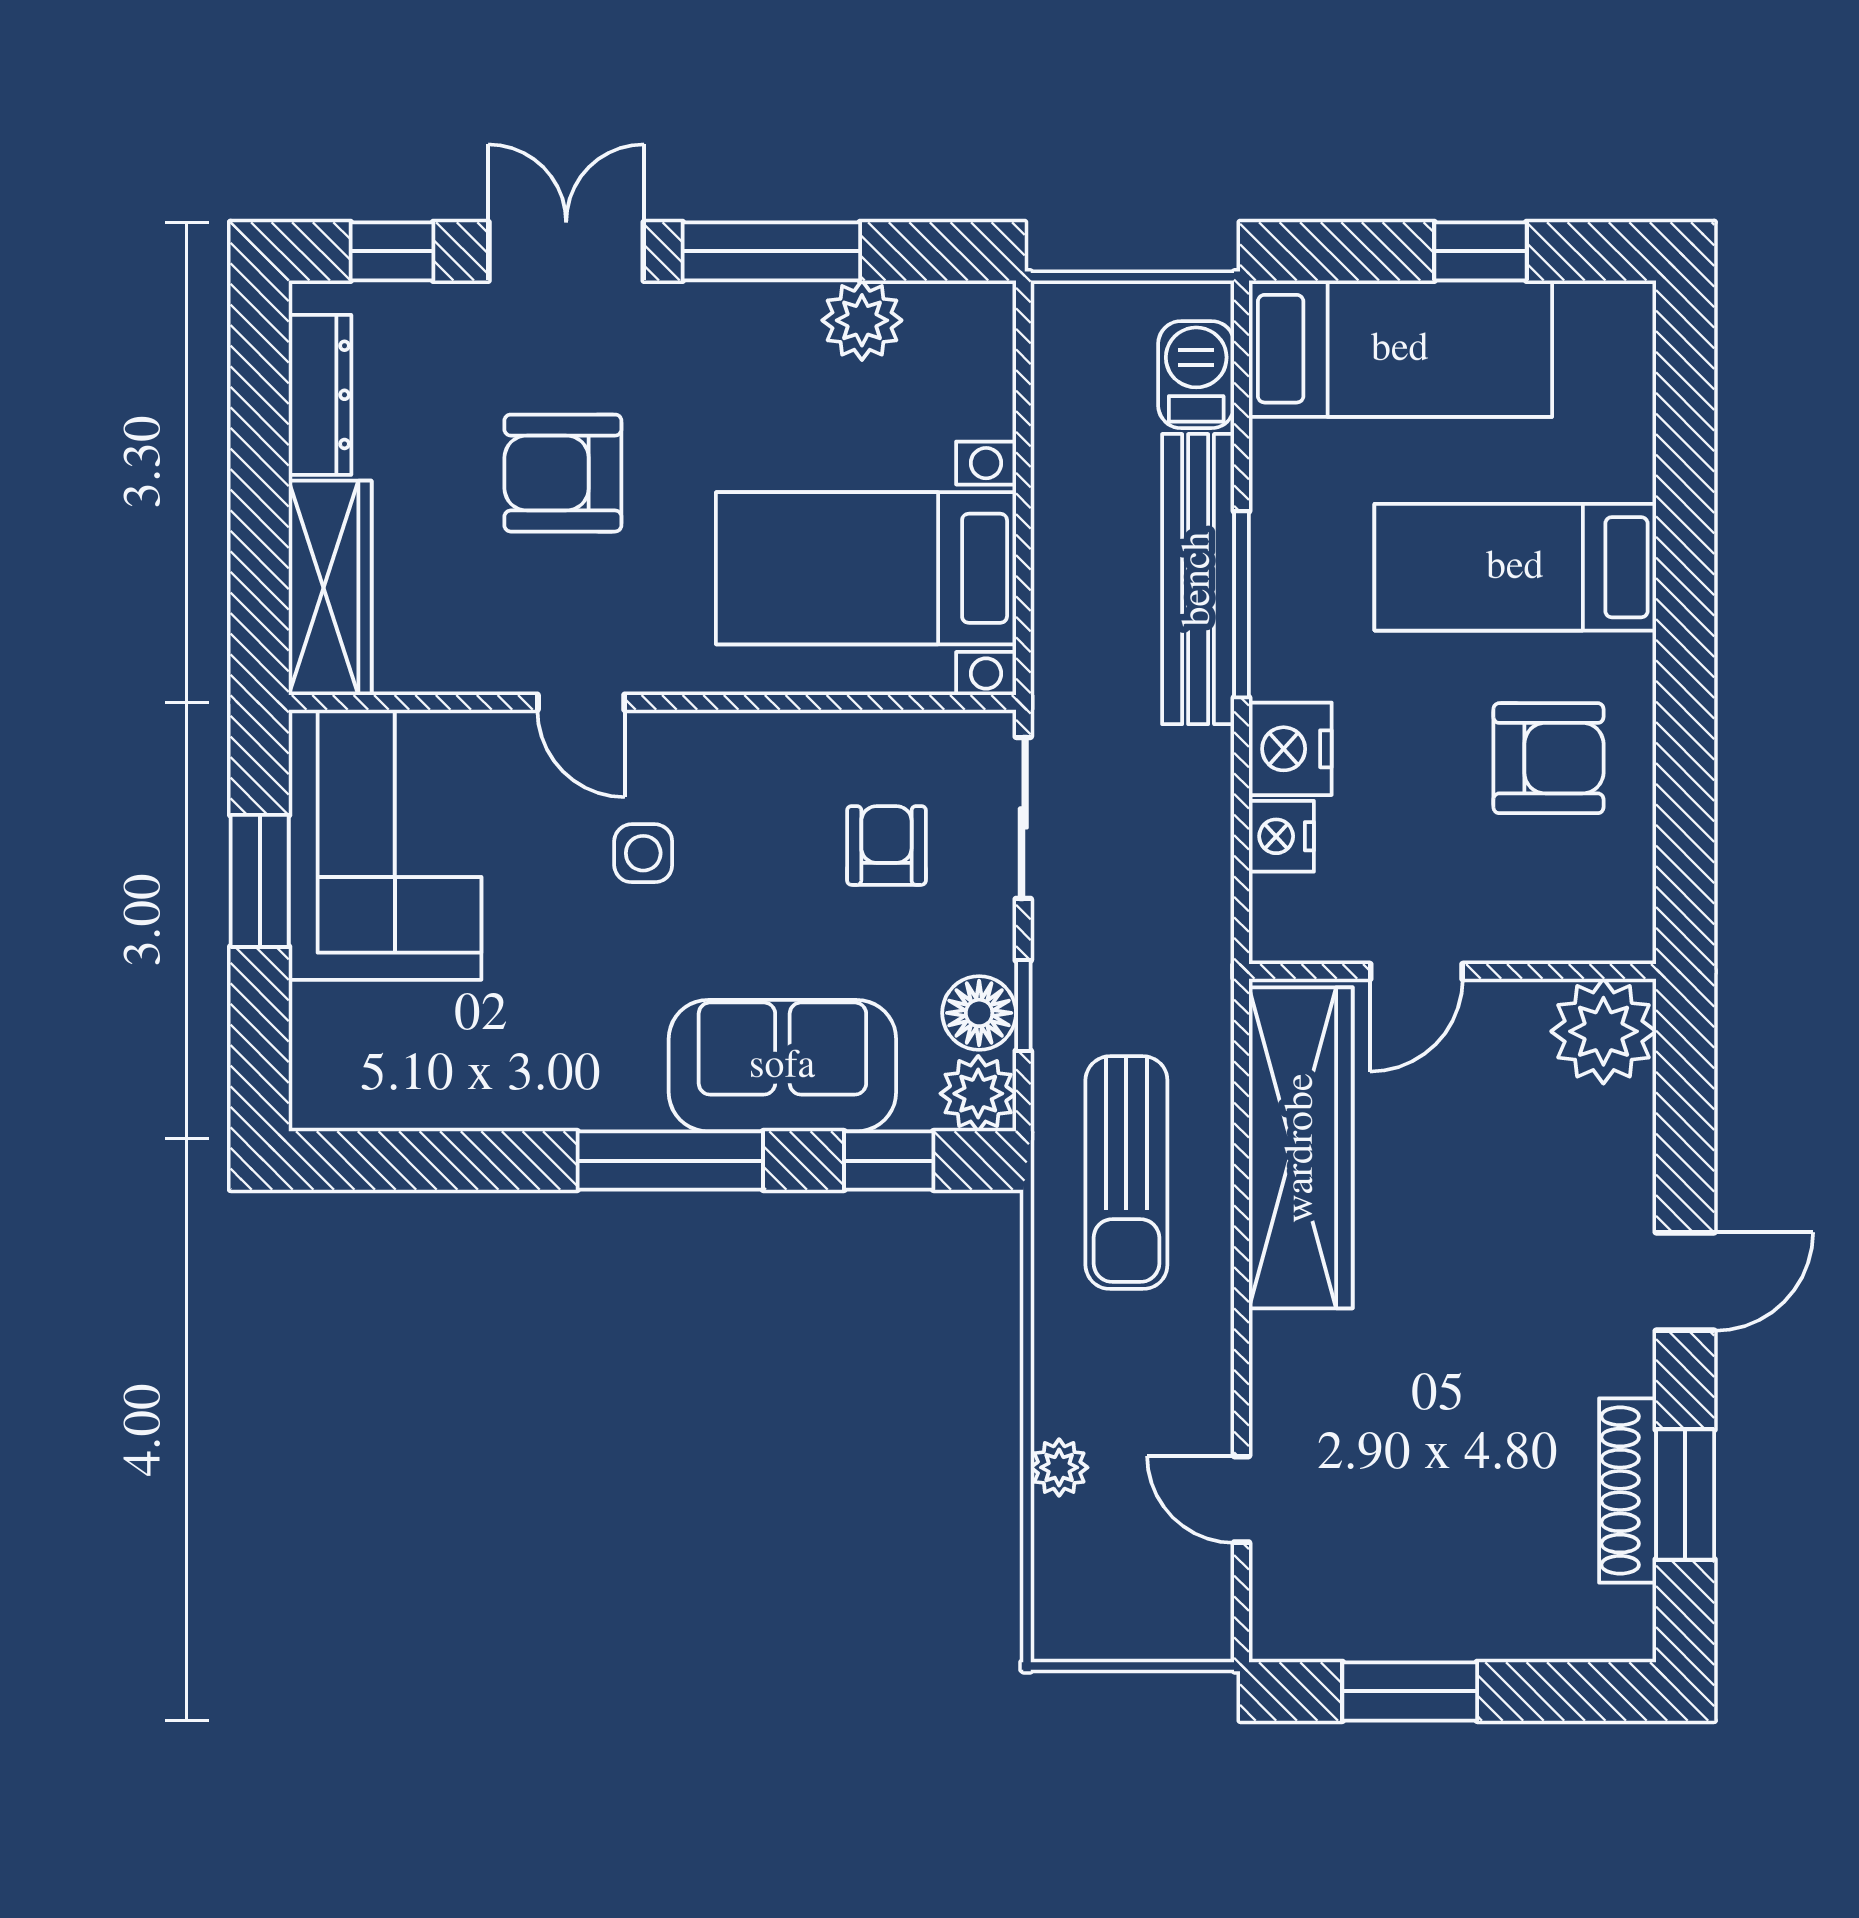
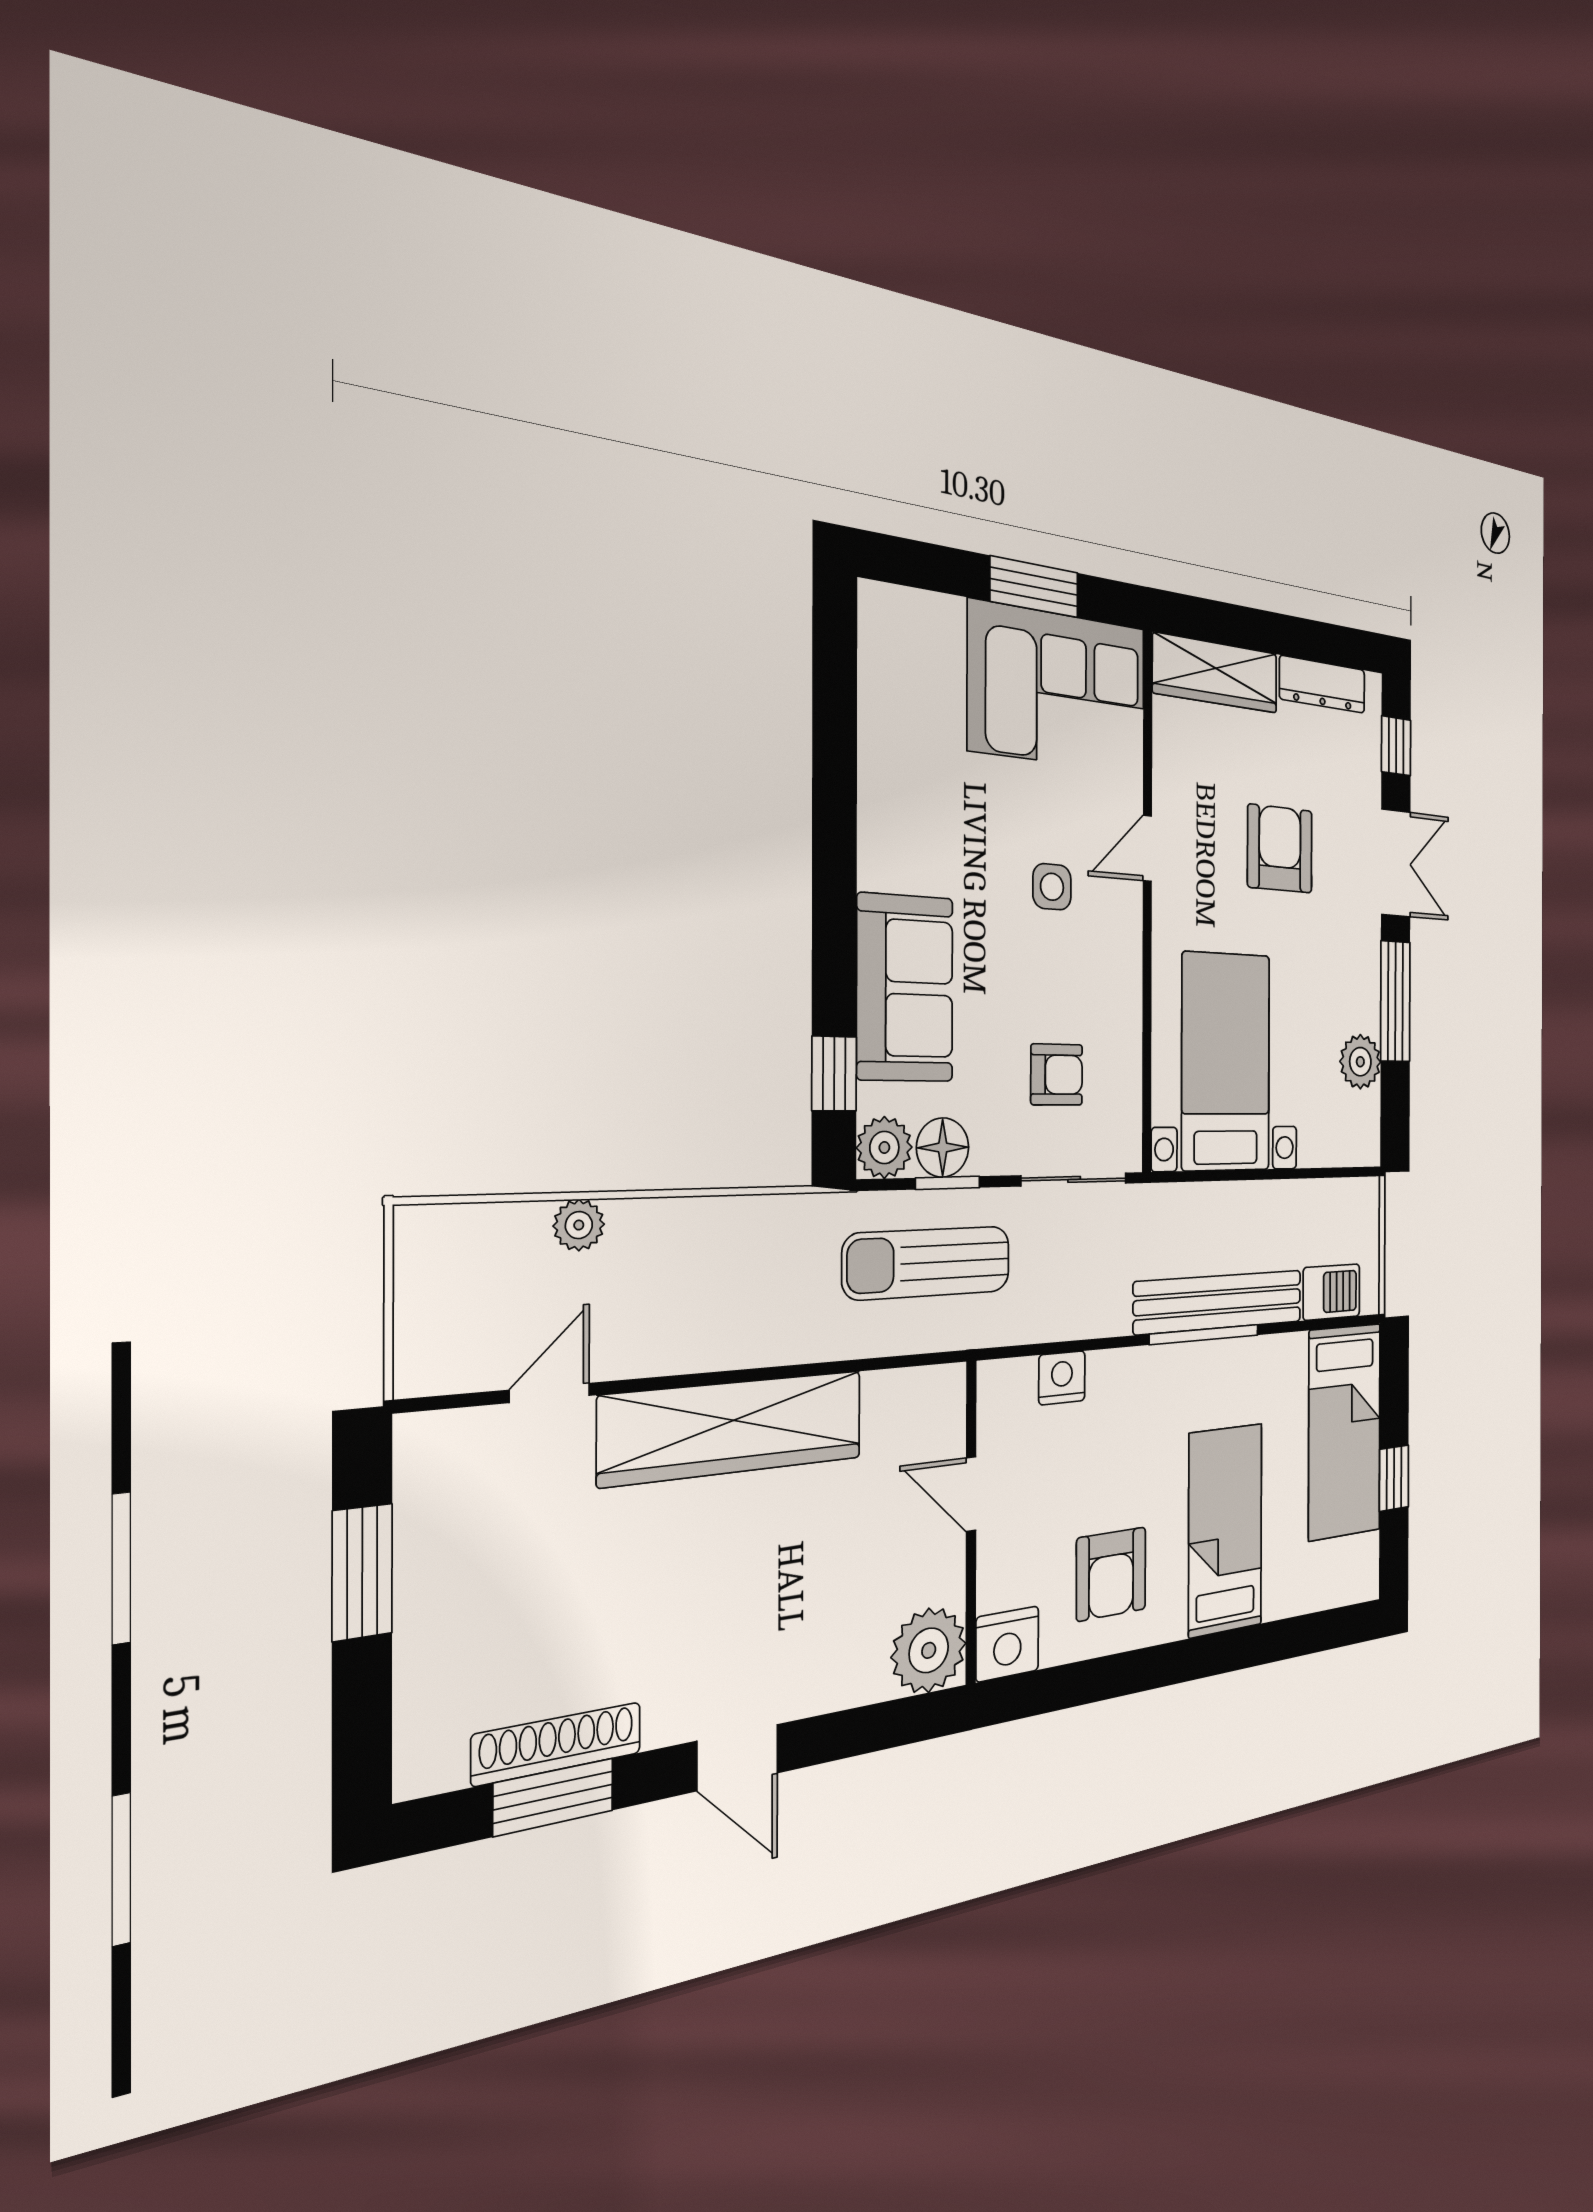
nightstand: (1290, 749) -> (1007, 1644), moved, turned 180
wardrobe: (1301, 1148) -> (733, 1428), moved
window: (670, 1161) -> (835, 891), removed
sun lounger: (1126, 1173) -> (927, 1263), moved

